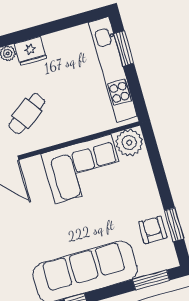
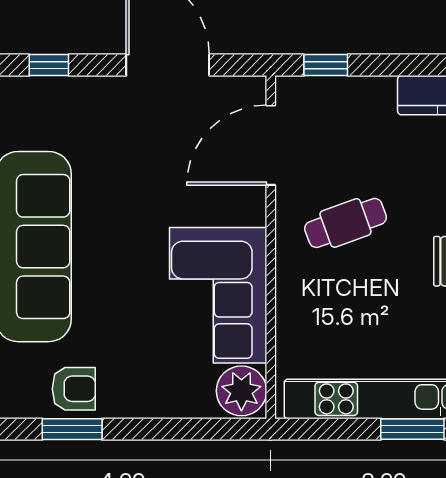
cafe table: (27, 114) -> (346, 223), turned -75

